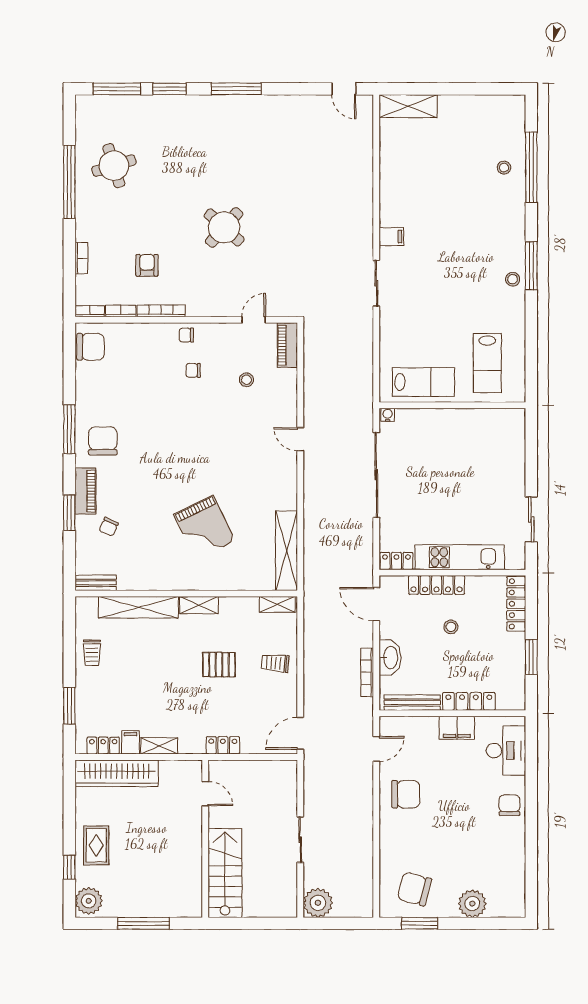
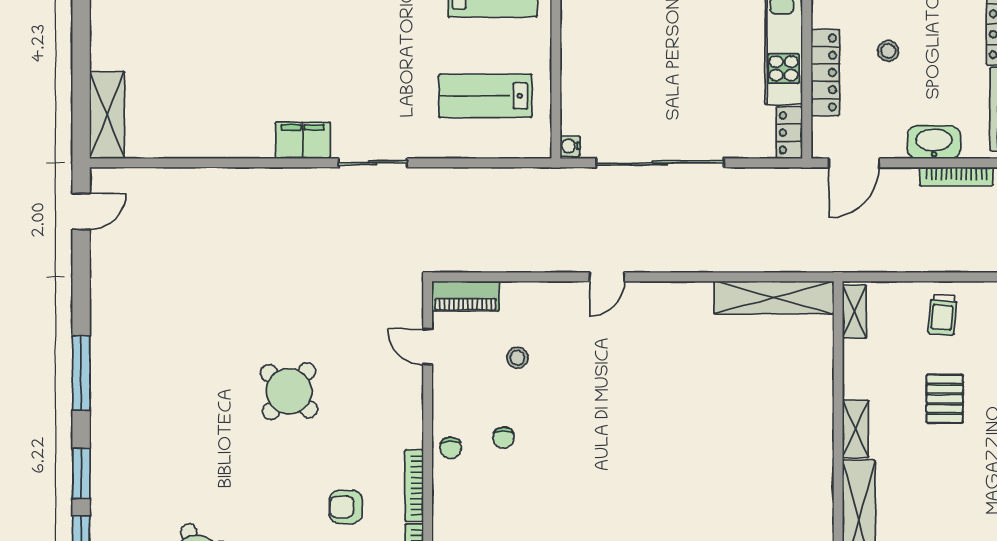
filing cabinet: (391, 237) -> (303, 140), width x2.00
lab bench: (423, 382) -> (485, 96), moved, turned -90
grand piano: (204, 528) -> (739, 421), removed

